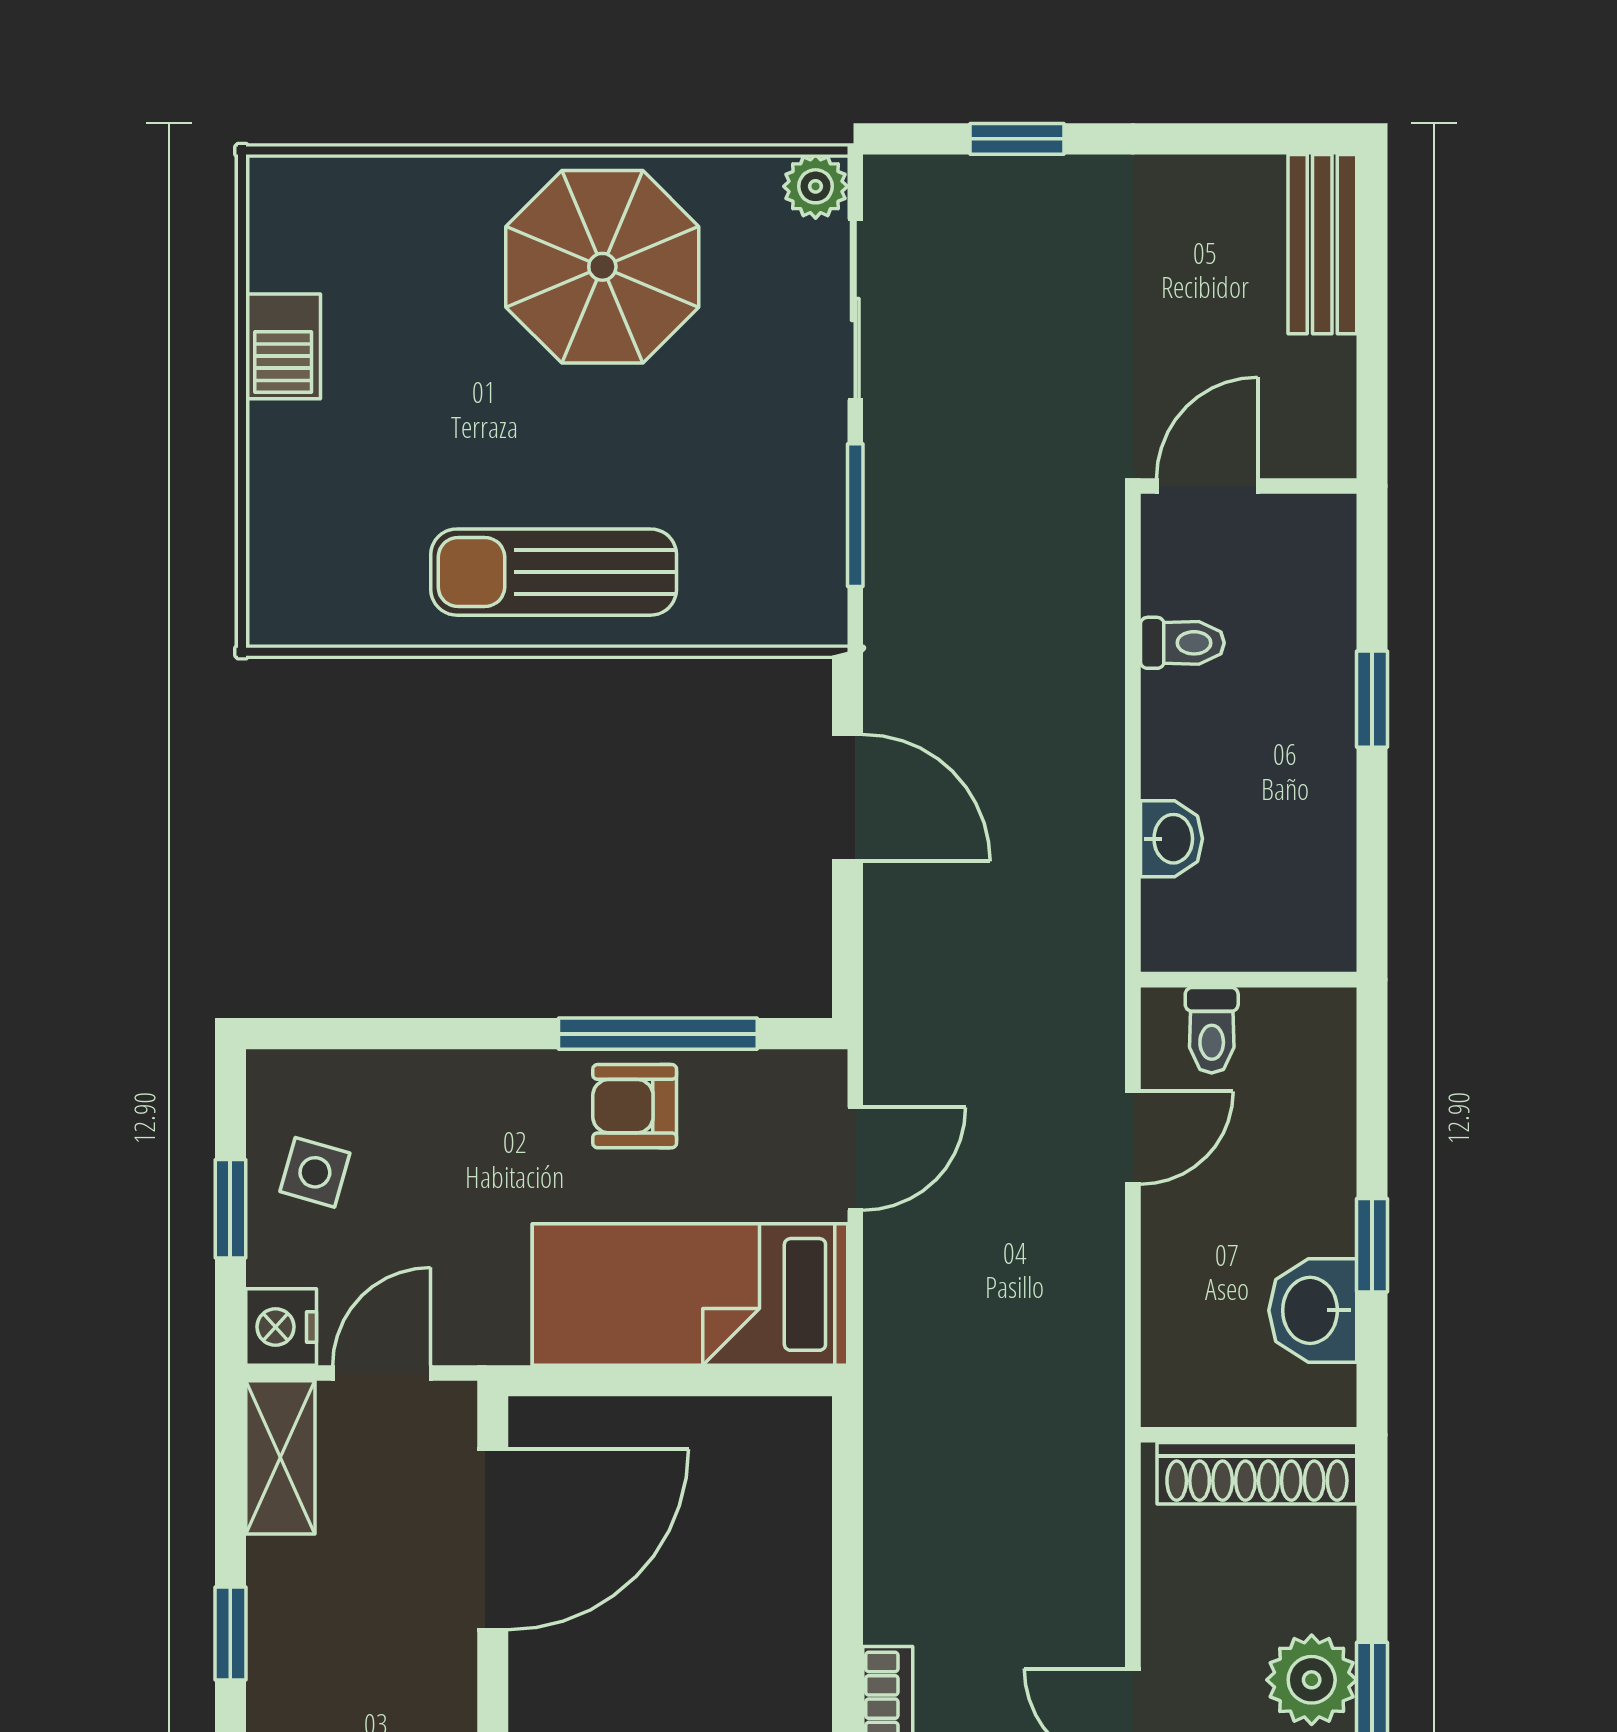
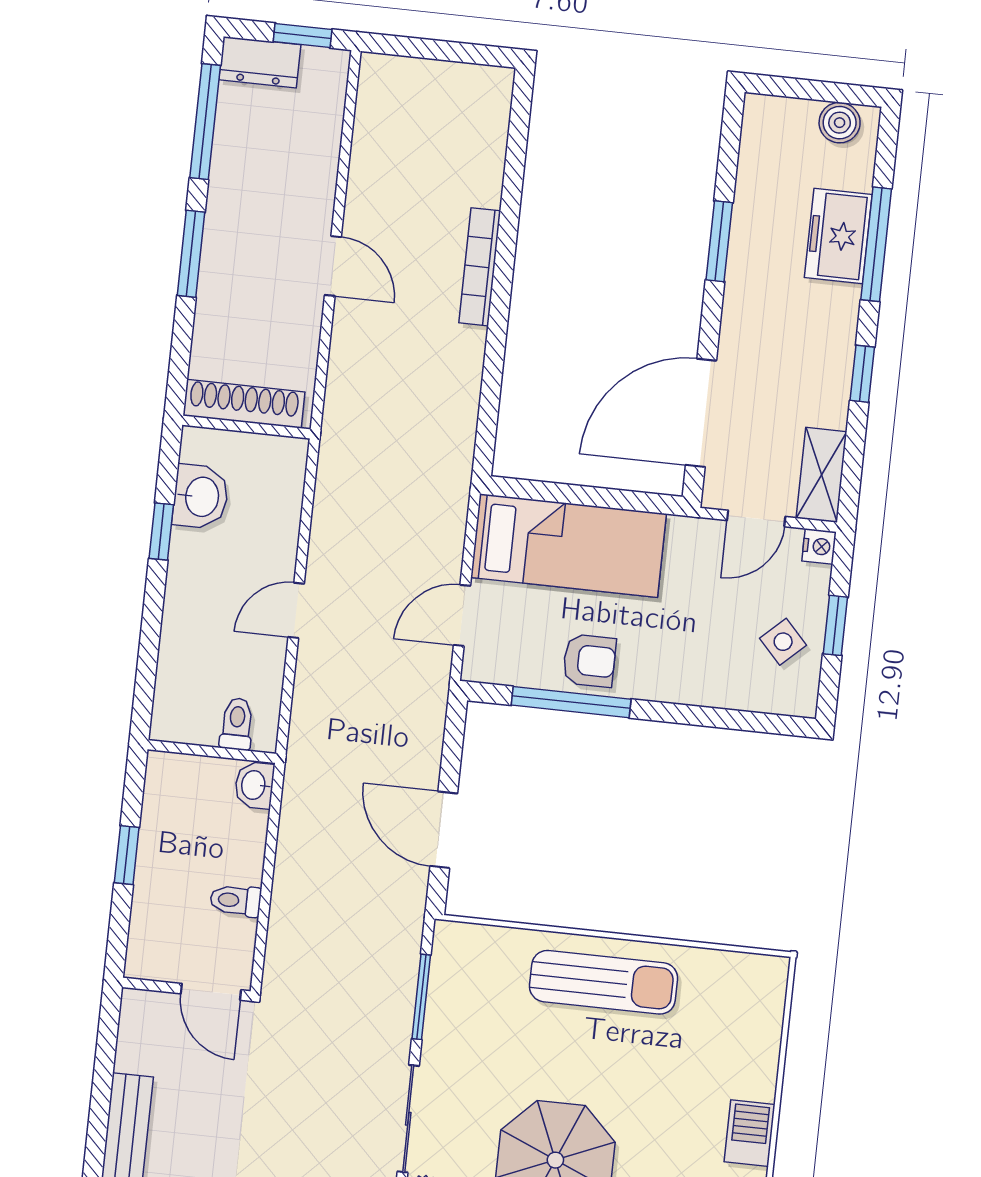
door: (1207, 486) -> (211, 992), hinge flipped
wall: (1249, 980) -> (212, 752), moved
toilet: (1212, 1030) -> (237, 724), moved
side table: (315, 1172) -> (783, 642), turned 31
nightstand: (281, 1327) -> (819, 546), width x0.72, depth x0.74
plant: (1312, 1680) -> (225, 278), removed

